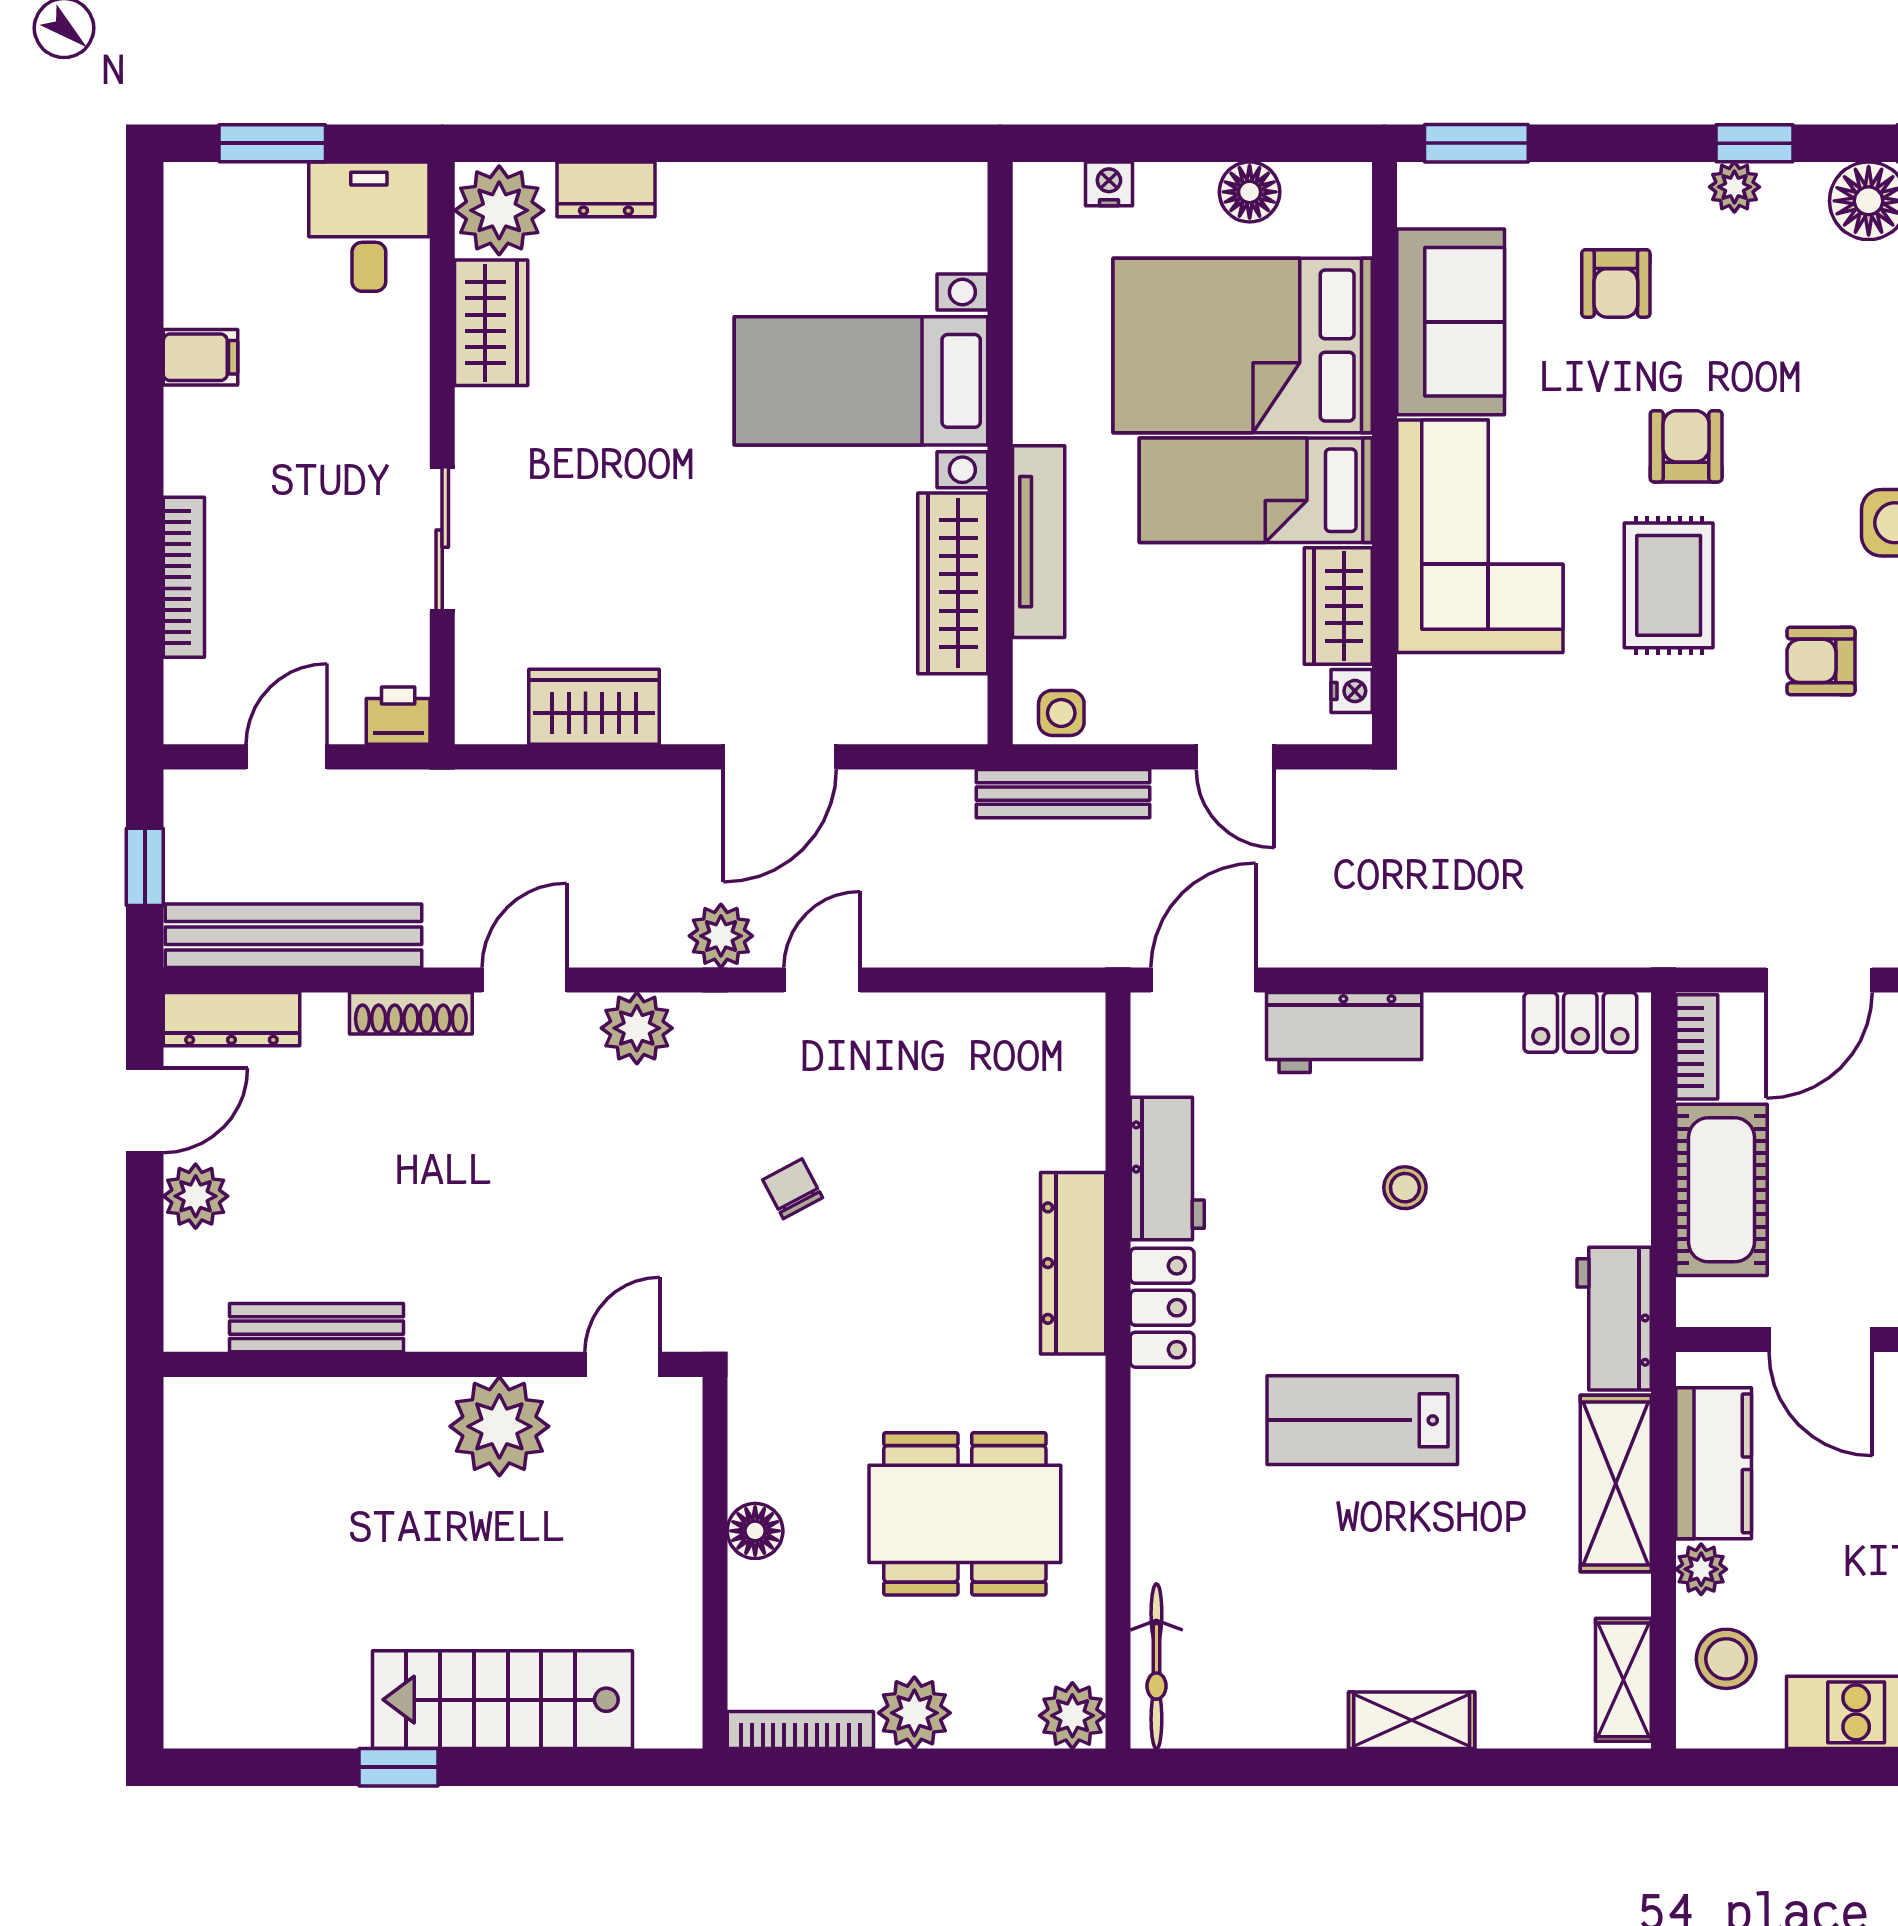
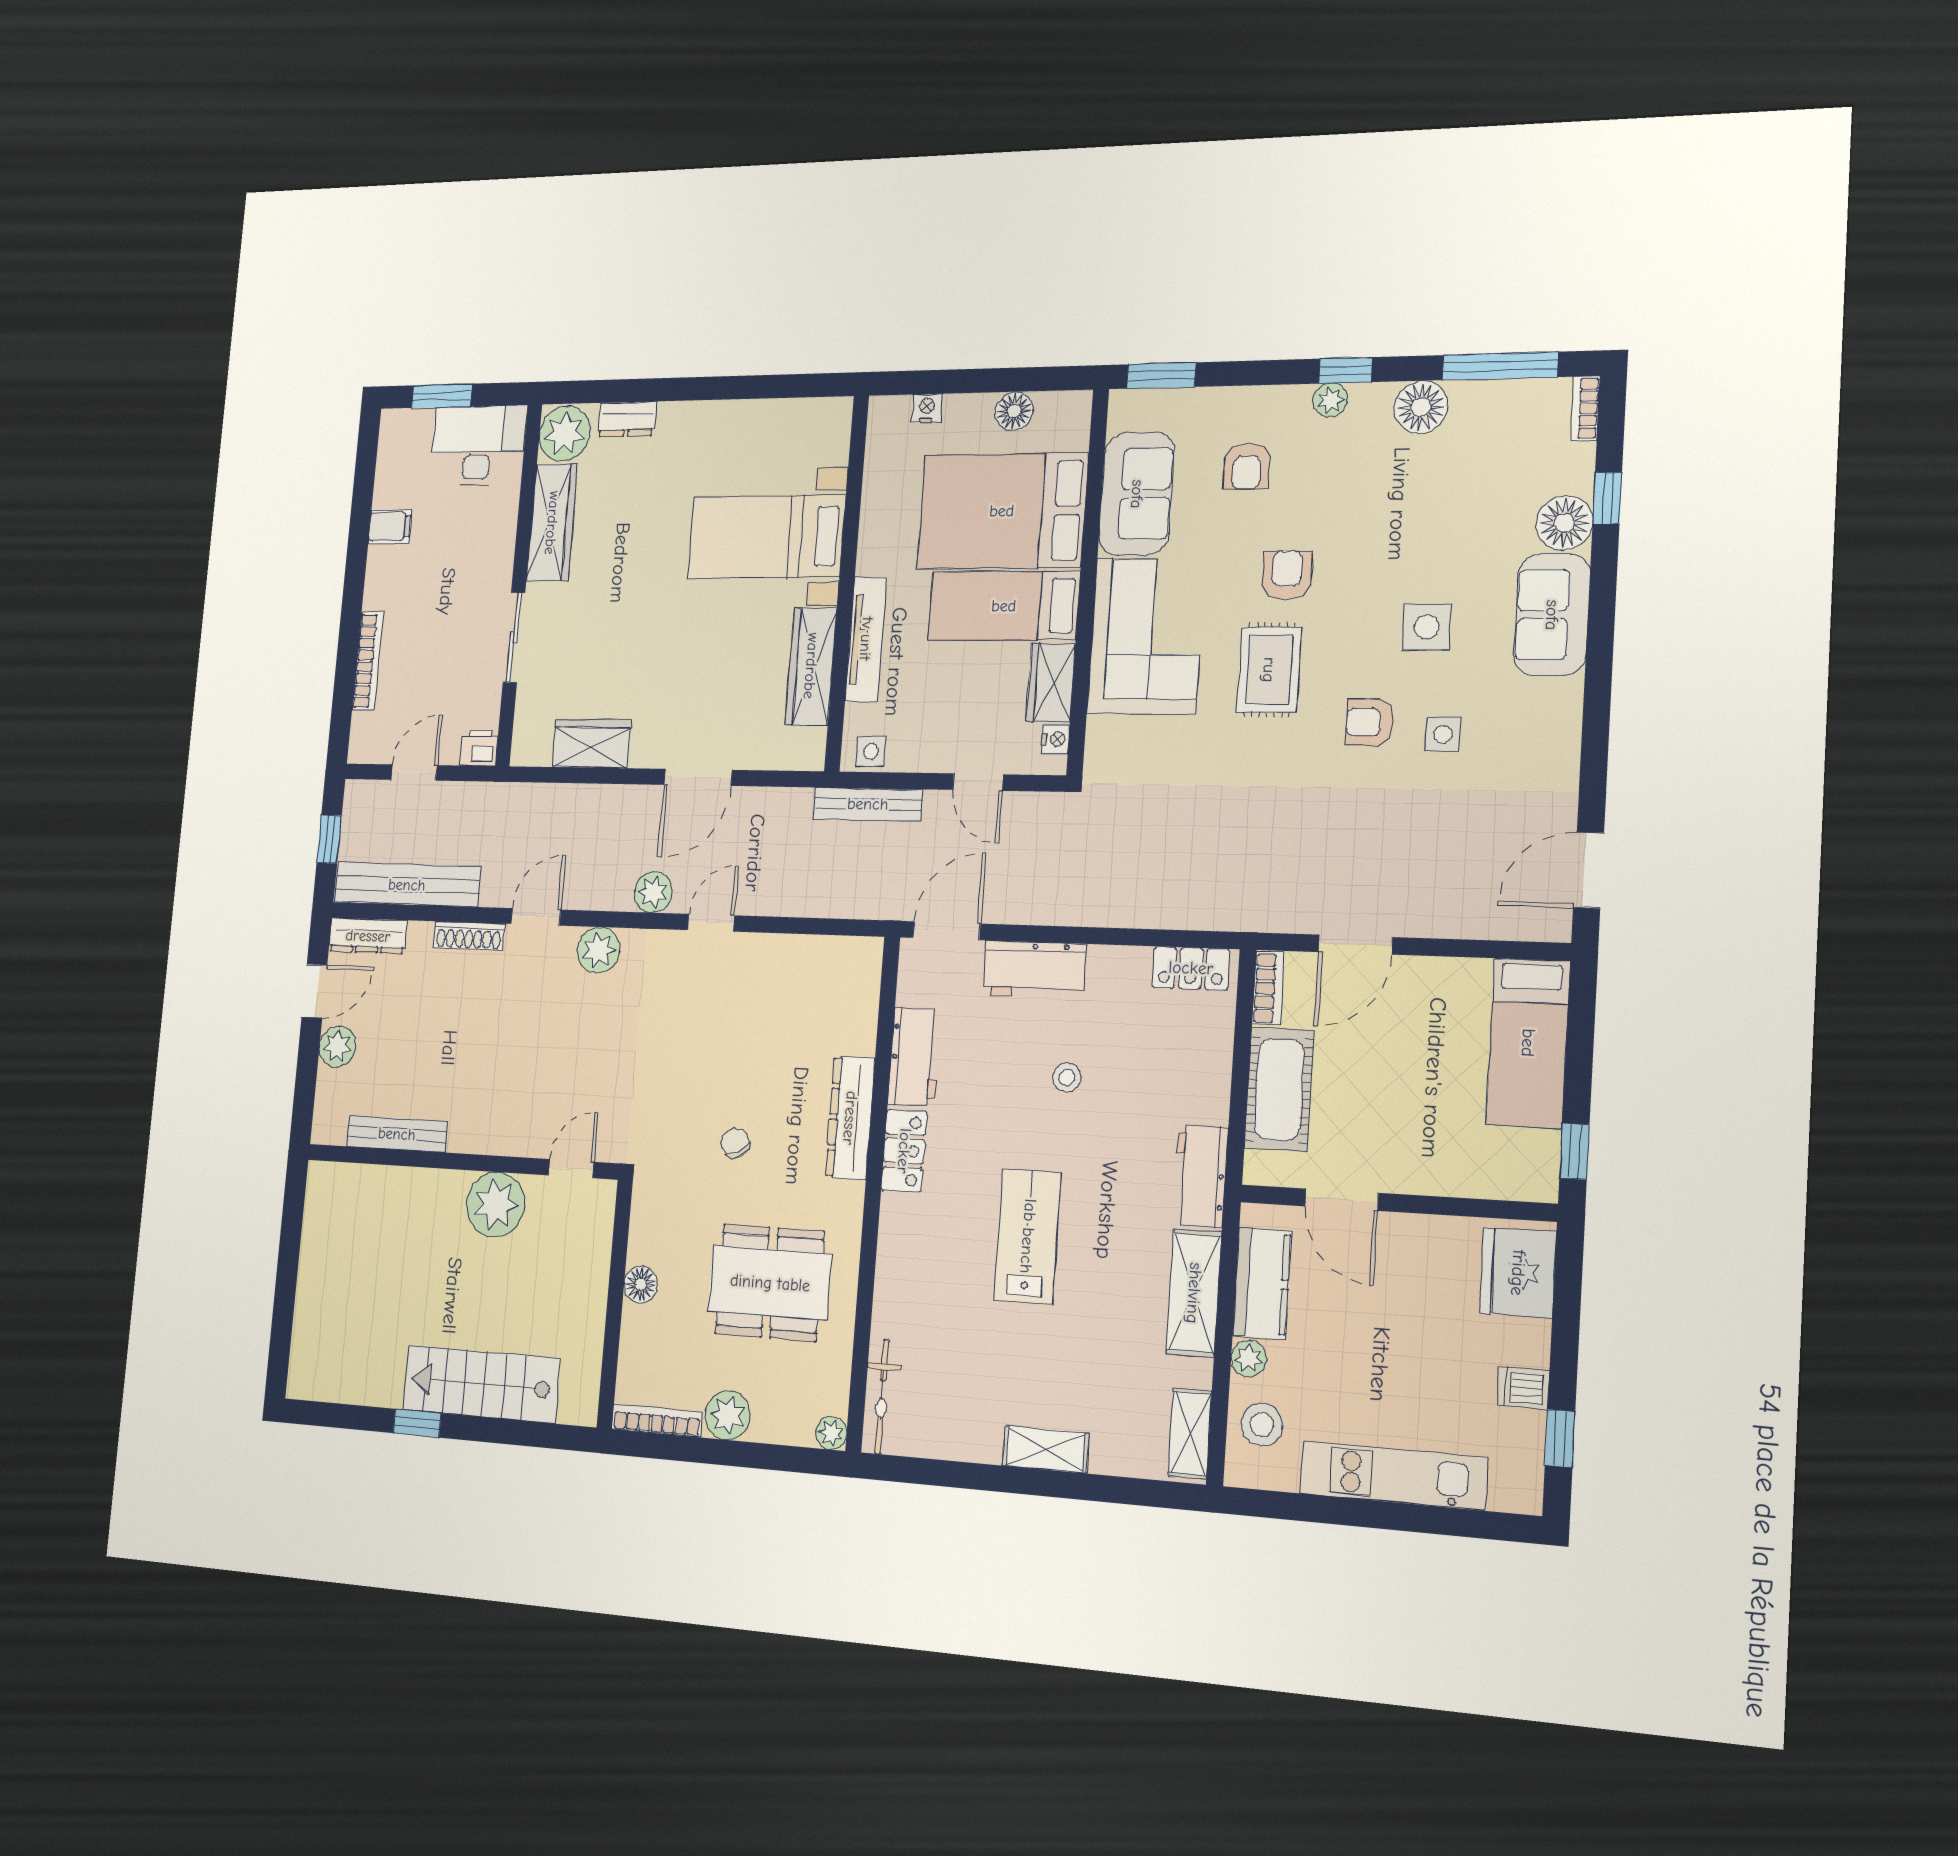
desk: (369, 227) -> (478, 445), width x1.37
wardrobe: (491, 323) -> (552, 523), width x1.50
chair: (793, 1189) -> (735, 1143), moved
lab bench: (1362, 1420) -> (1028, 1236), turned 90
plant: (1072, 1716) -> (831, 1433), width x0.73, depth x0.73

